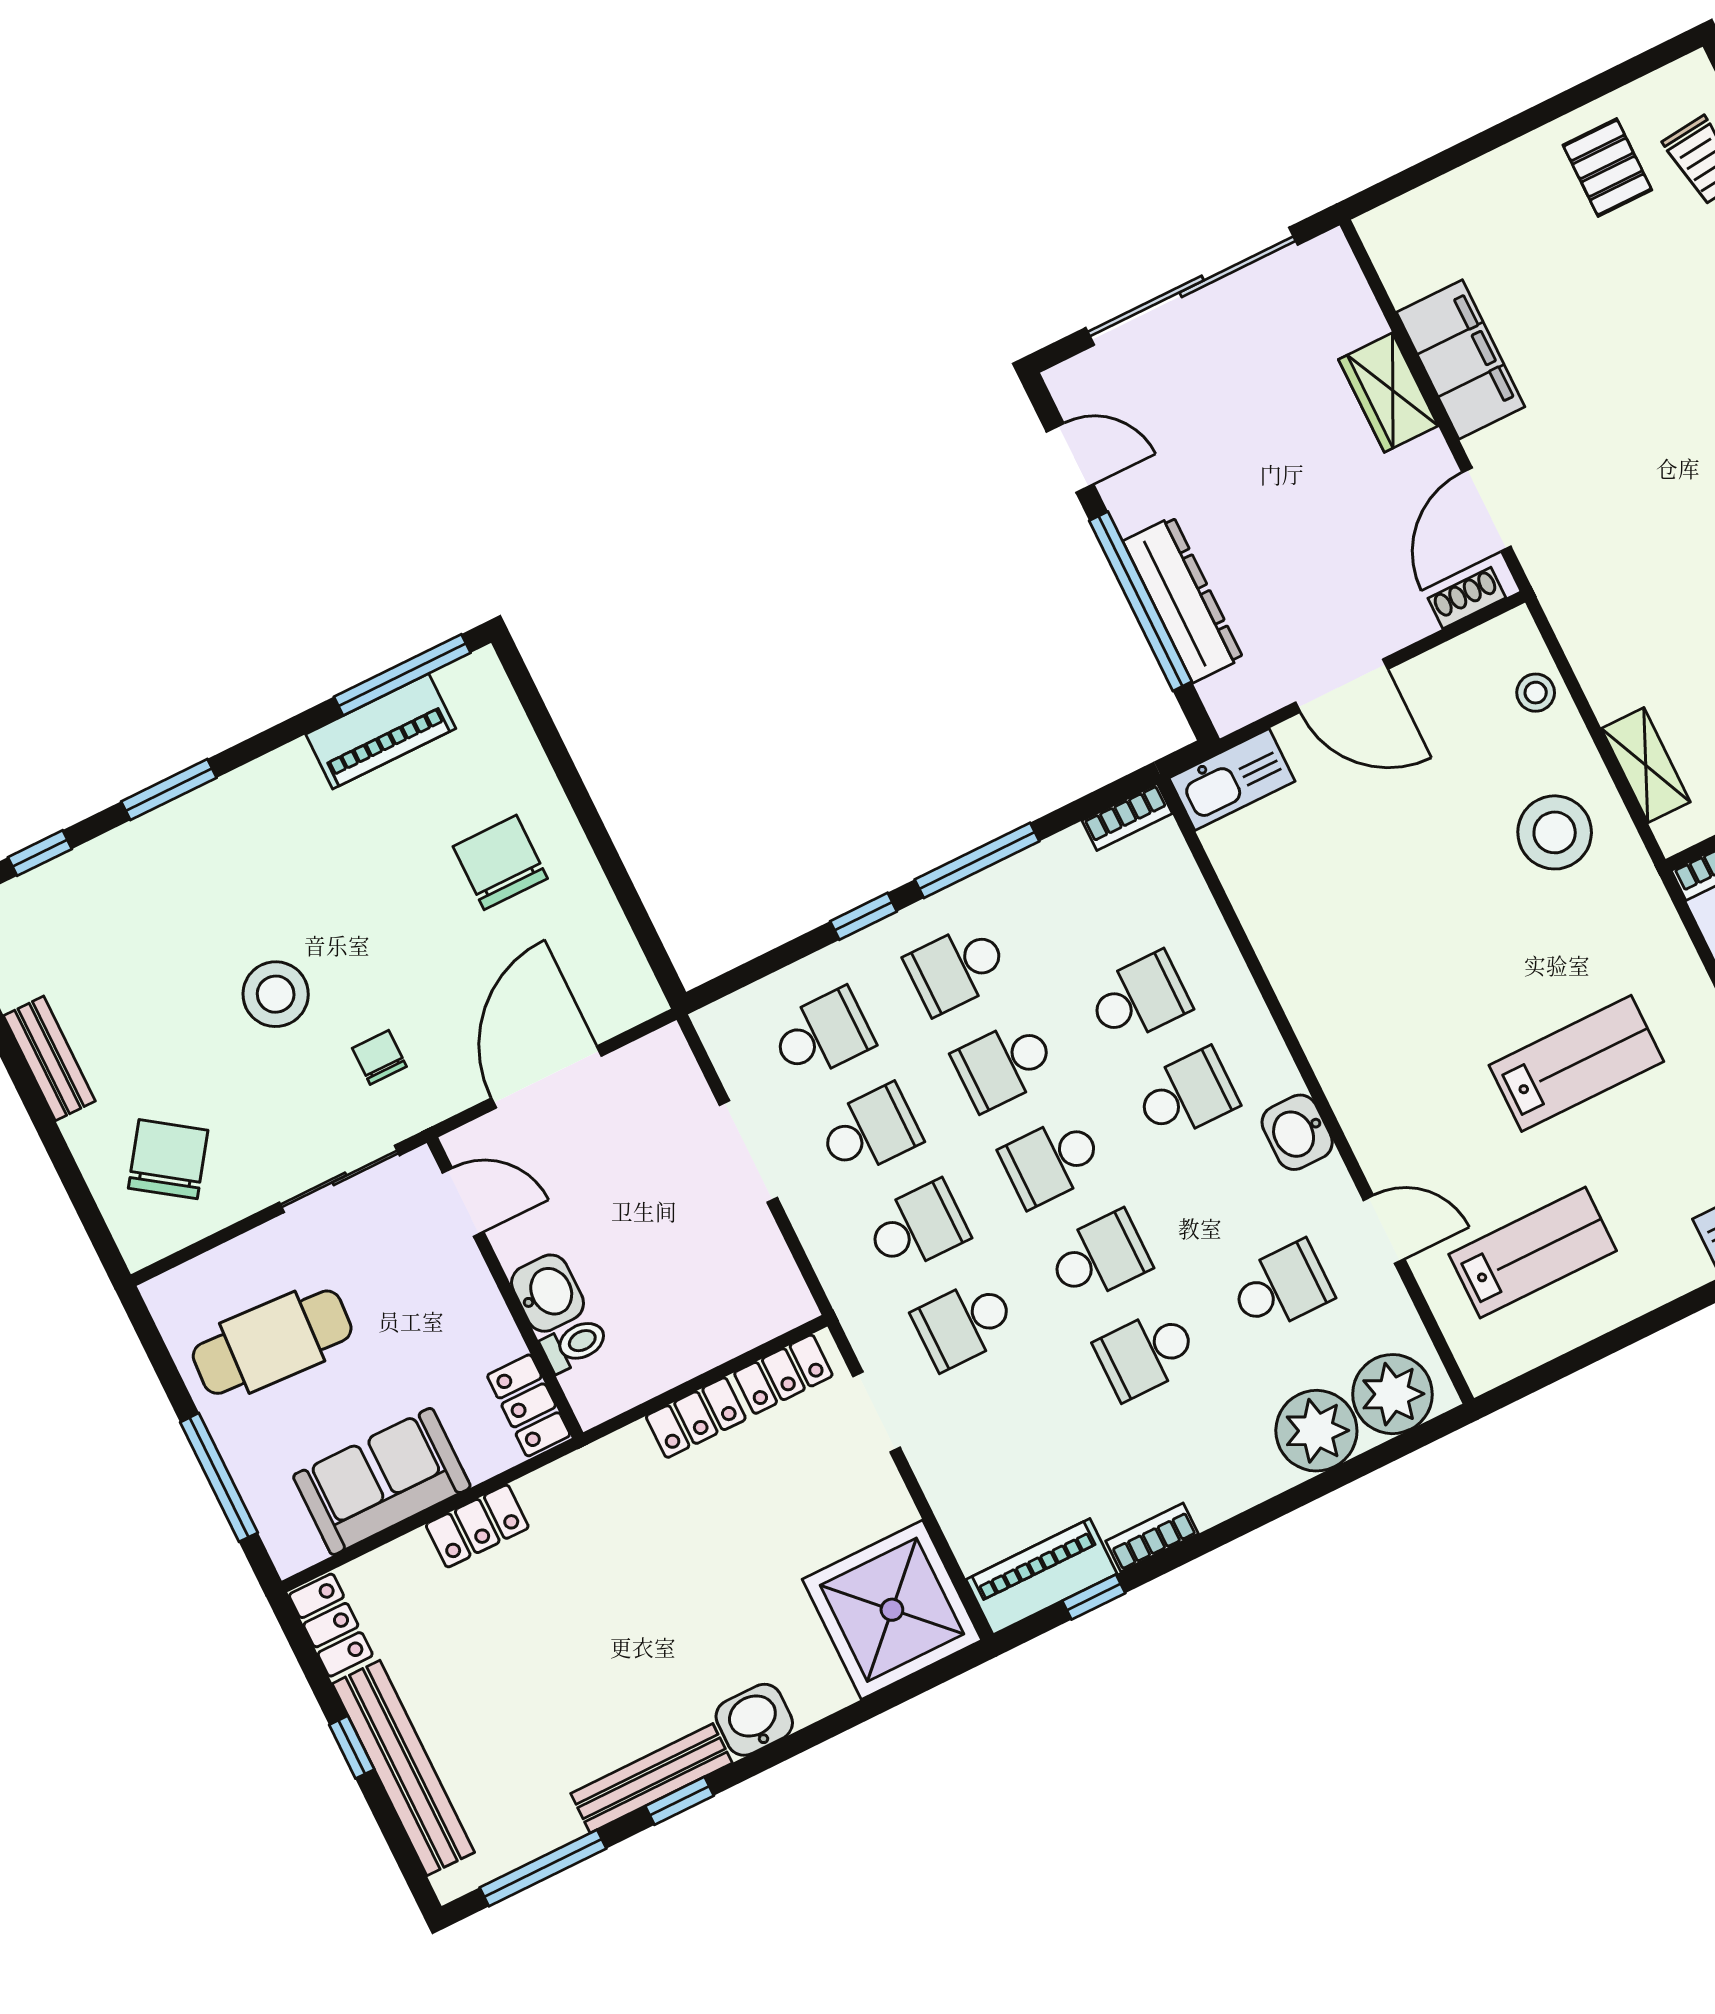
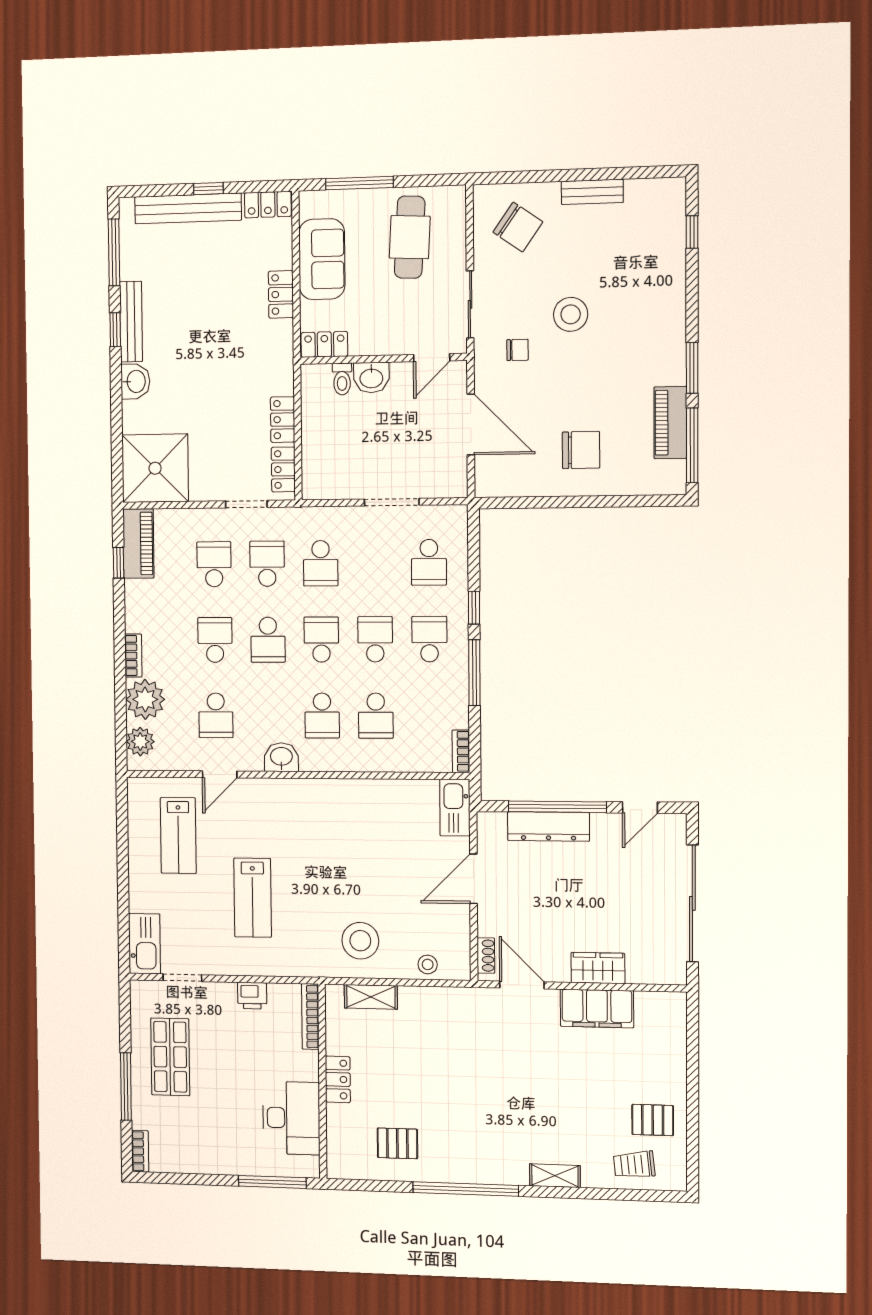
window: (169, 790) -> (692, 368), moved
school desk: (870, 1131) -> (214, 564), moved, turned 180
plant: (1392, 1394) -> (140, 742), width x0.73, depth x0.73
bookcase: (1152, 1537) -> (133, 656), moved

